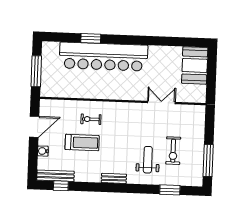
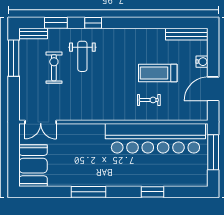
window: (147, 40) -> (89, 192), added
bar counter: (103, 57) -> (155, 138), moved, turned 180
double door: (161, 103) -> (41, 122), moved
bench: (114, 178) -> (33, 34), moved
window: (61, 186) -> (93, 23), moved

